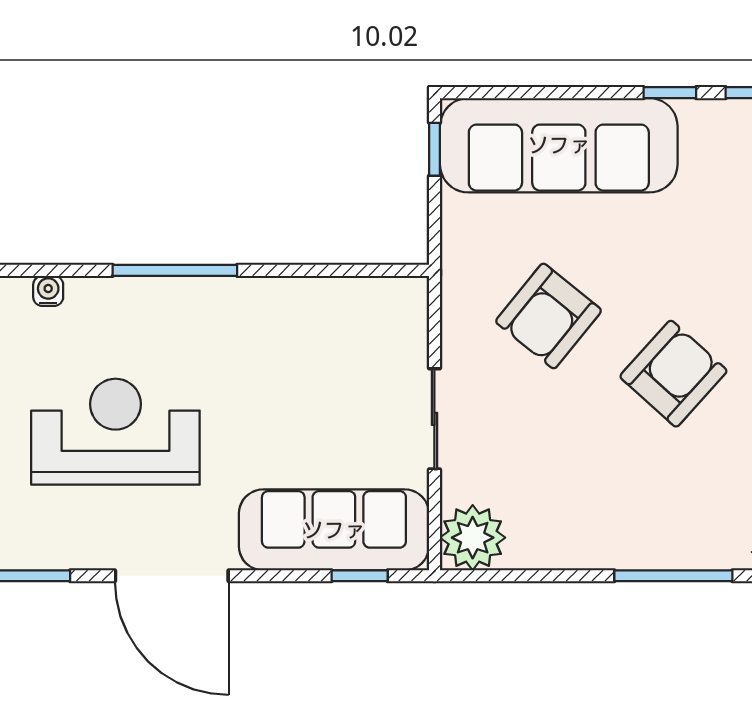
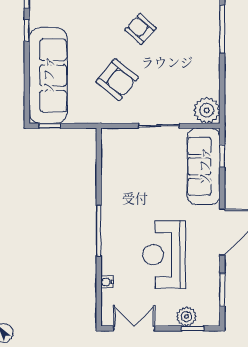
armchair: (673, 374) -> (140, 29), width x0.72, depth x0.72

